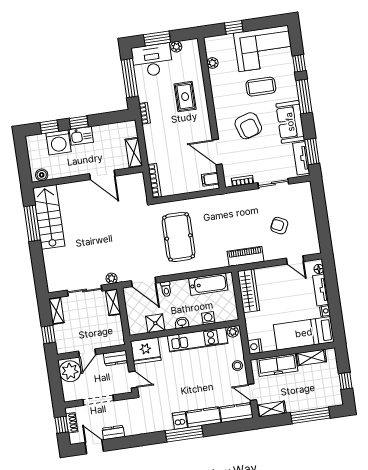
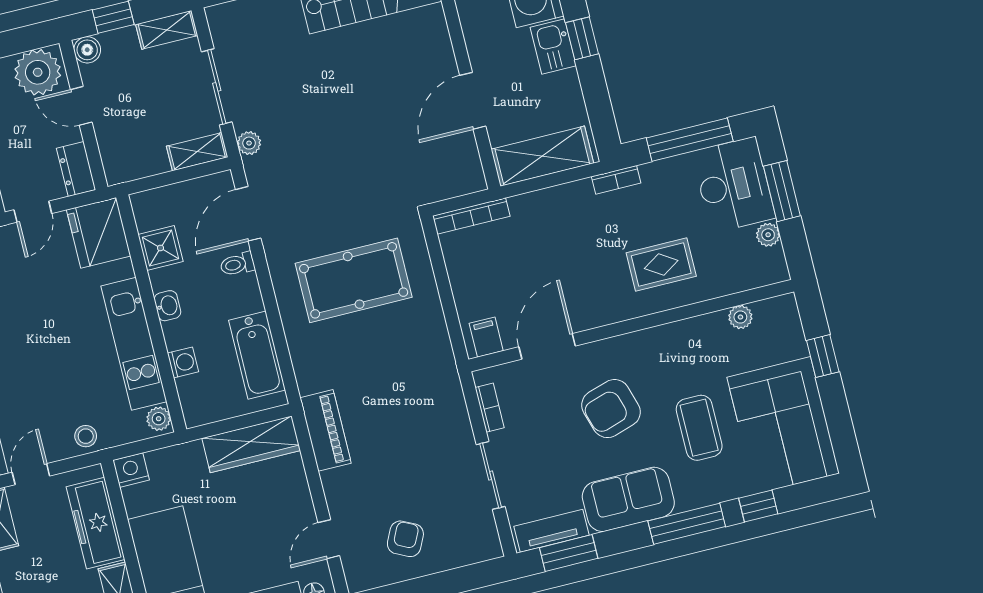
shelving: (134, 153) -> (542, 156), width x1.50, depth x1.33
armchair: (279, 226) -> (405, 539), moved
boiler: (62, 348) -> (87, 50), added

